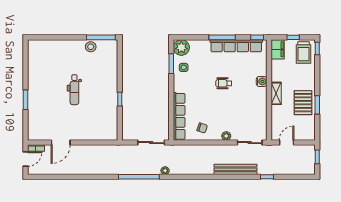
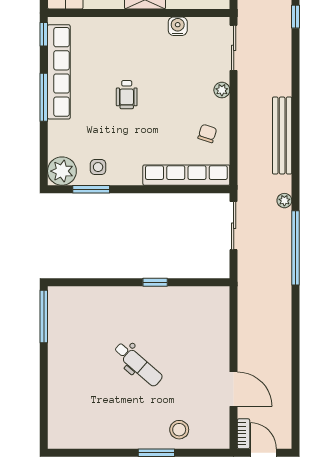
stool: (91, 47) -> (179, 430), moved
water cooler: (262, 81) -> (178, 26), moved
dental chair: (74, 90) -> (138, 364), turned 41
bench: (235, 169) -> (282, 136), moved

